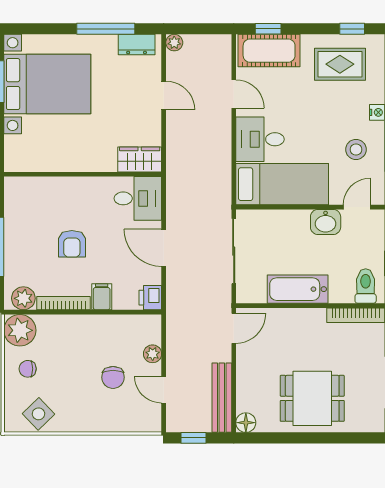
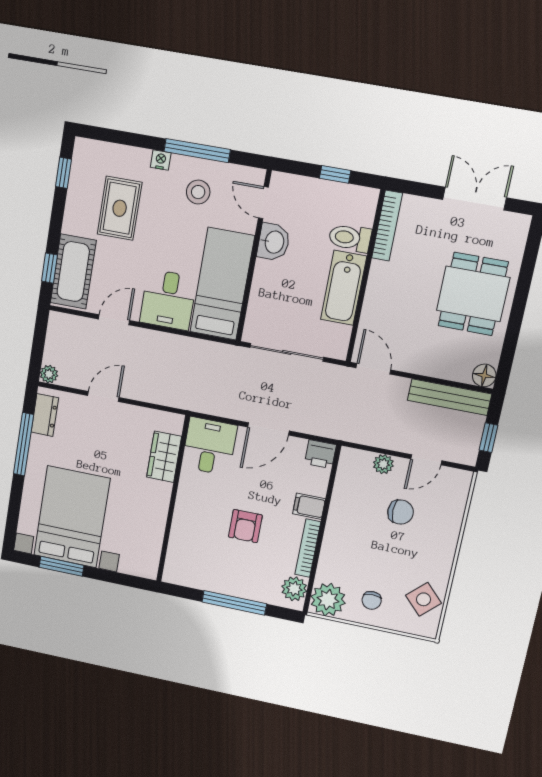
rug: (340, 64) -> (120, 208), moved
wardrobe: (140, 159) -> (164, 457), moved
armchair: (72, 244) -> (245, 526), turned 90
toilet: (366, 286) -> (350, 238), moved

